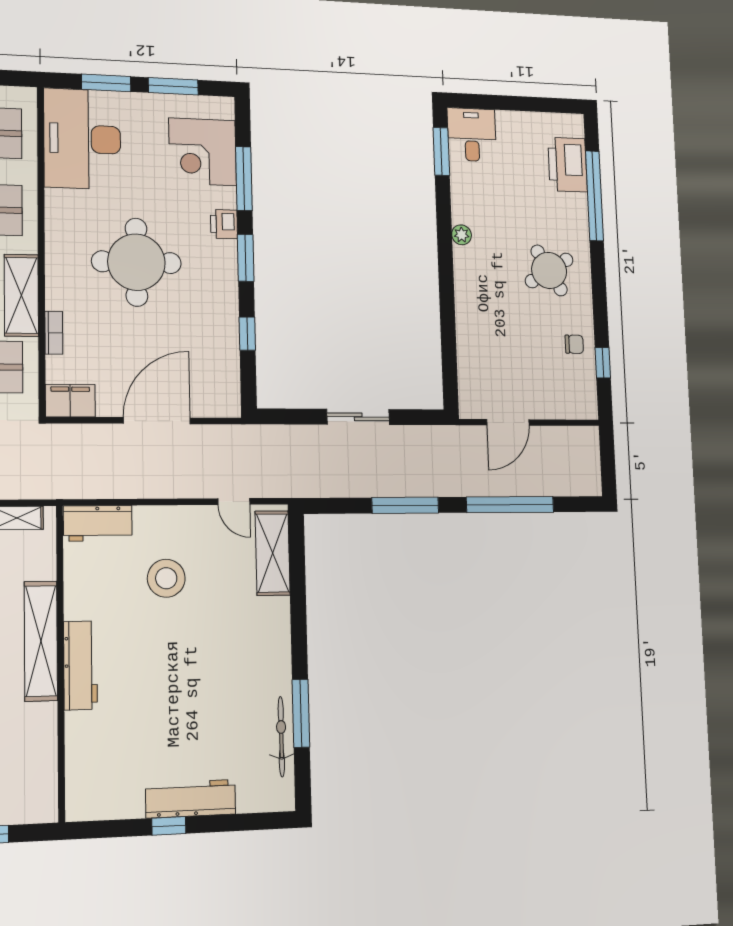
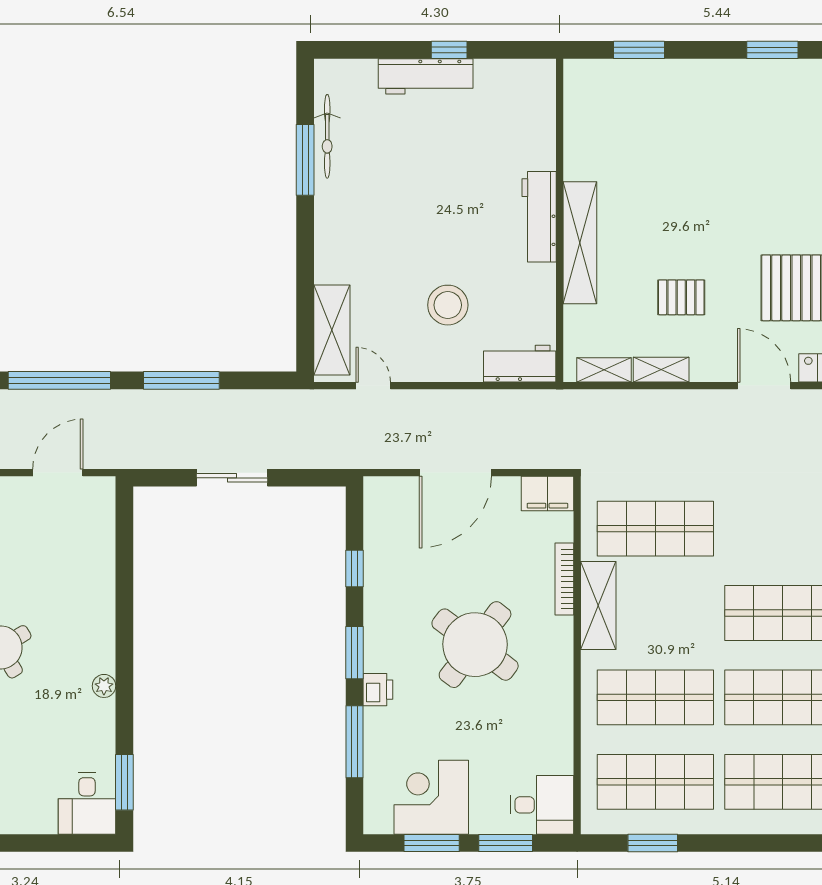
desk: (82, 139) -> (542, 805), width x0.53, depth x0.77
corner desk: (203, 152) -> (431, 797), moved, turned -90
round table: (136, 262) -> (475, 645), turned 37
bookcase: (54, 333) -> (564, 579), width x1.56

